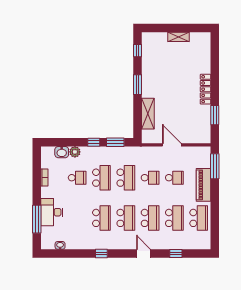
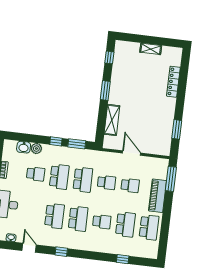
locker: (206, 89) -> (173, 82), moved
school desk: (150, 218) -> (102, 222), width x0.54
window: (101, 253) -> (61, 252), moved
door: (143, 253) -> (29, 248), moved

